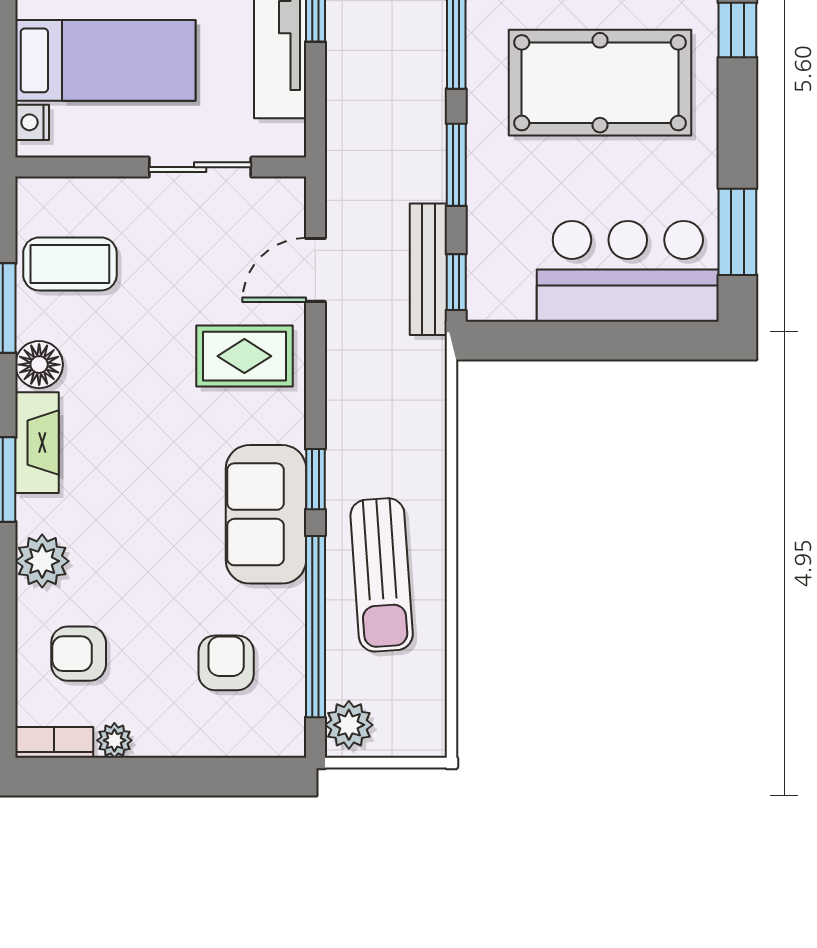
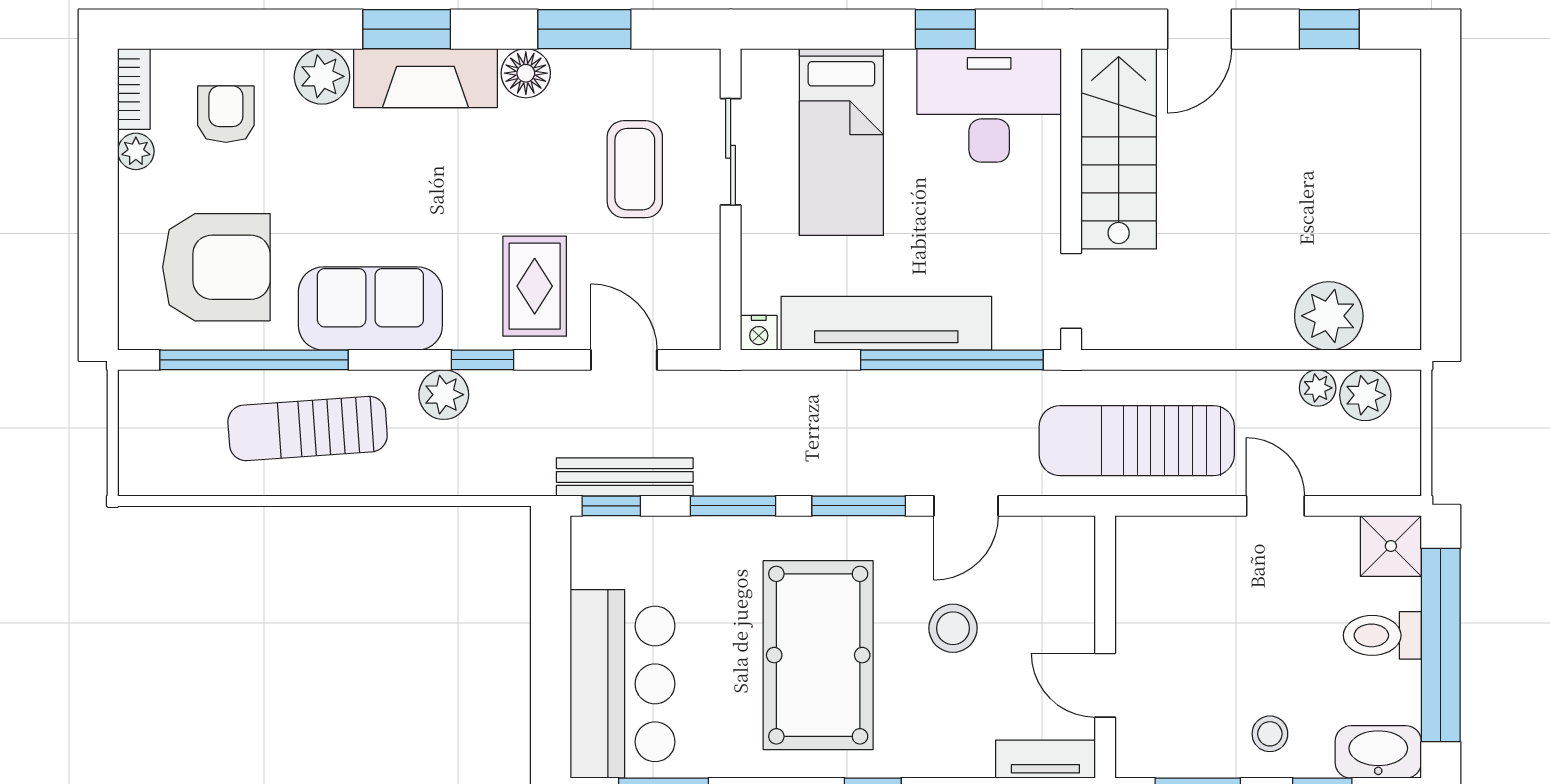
nightstand: (32, 122) -> (759, 333), moved, turned 180
sliding door: (200, 167) -> (731, 152), moved
coffee table: (70, 264) -> (635, 169), moved
fireplace: (37, 443) -> (425, 78), width x1.37, depth x1.32
window: (315, 479) -> (482, 360), moved
armchair: (226, 663) -> (216, 267), width x1.88, depth x1.88
plant: (349, 725) -> (444, 395), moved

